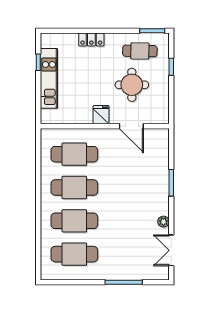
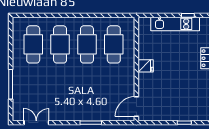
cafe table: (140, 51) -> (197, 97), removed
round table: (132, 85) -> (170, 91), removed
door: (131, 126) -> (136, 107), moved
plant: (163, 222) -> (59, 116), removed

